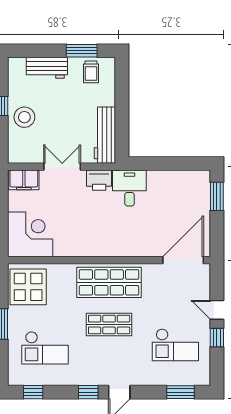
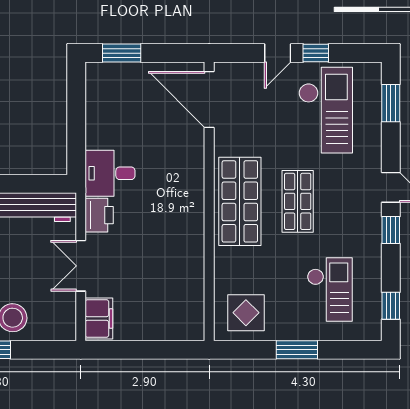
corner desk: (30, 234) -> (174, 310), removed
display table: (28, 287) -> (246, 313), width x0.73, depth x0.73
checkout: (175, 345) -> (326, 110), width x1.36, depth x1.21

